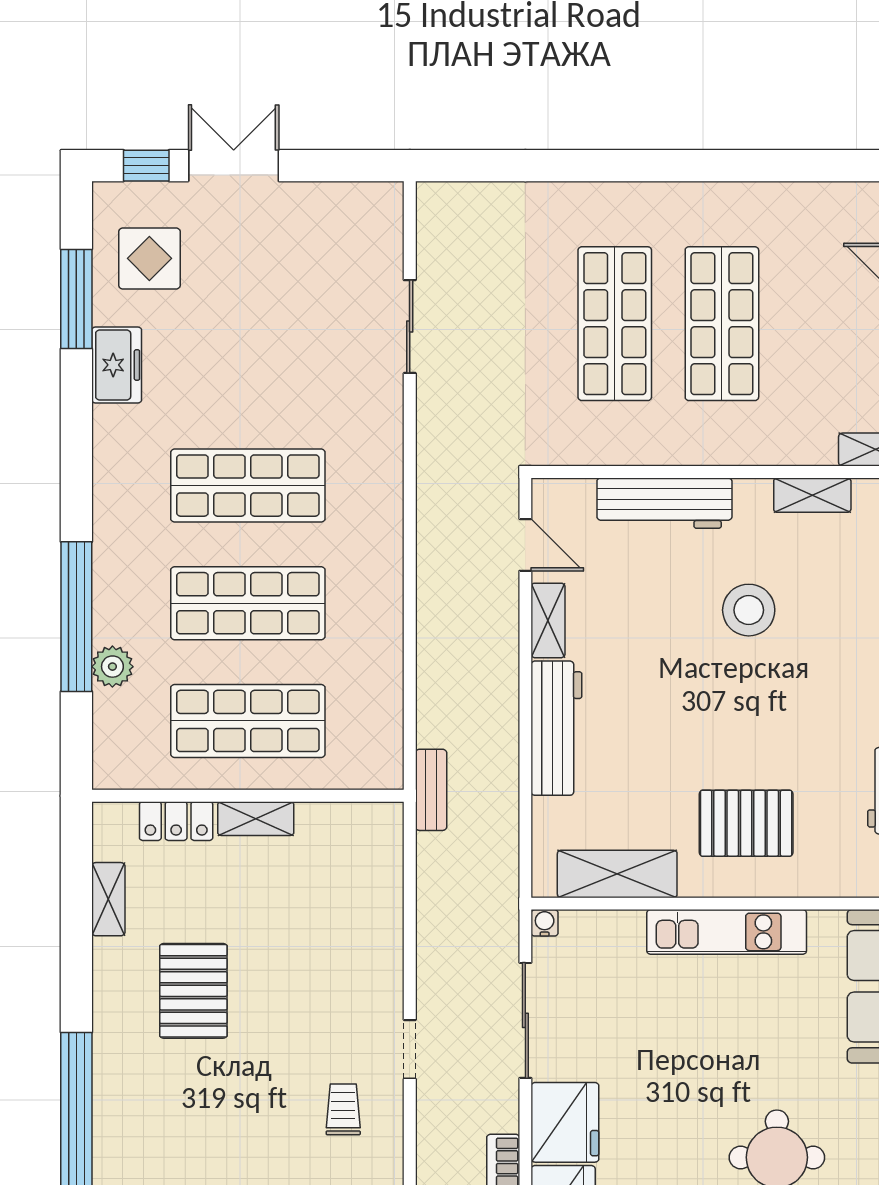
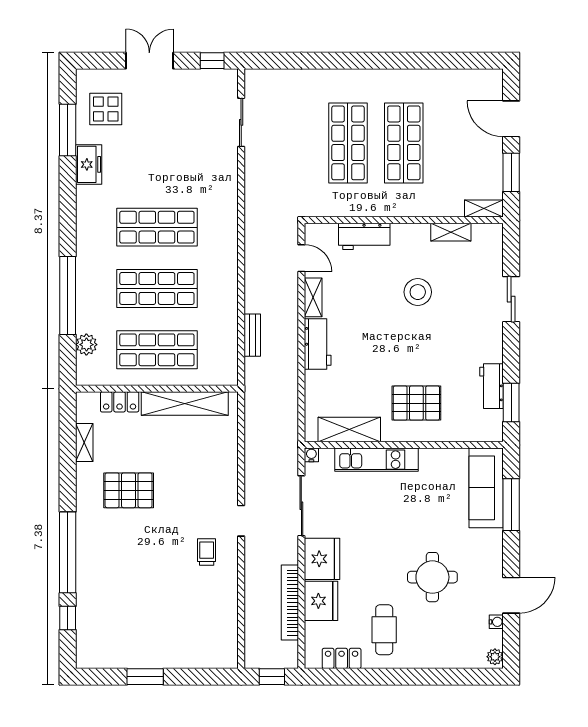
window: (146, 166) -> (212, 61), moved
sliding door: (410, 327) -> (241, 122), moved
workbench: (664, 503) -> (364, 236), width x0.73
plant: (112, 667) -> (86, 345), moved
workbench: (556, 728) -> (318, 344), width x0.73
bench: (431, 790) -> (252, 335), moved
shelving: (256, 819) -> (185, 404), width x2.20, depth x1.33
kitchen unit: (727, 932) -> (376, 460), moved
pallet: (193, 991) -> (129, 490), turned 90

